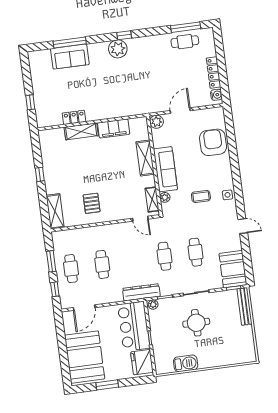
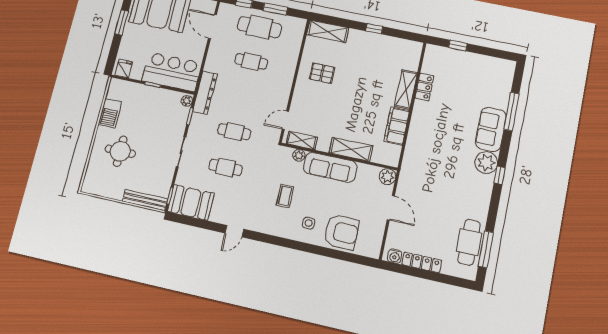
cafe table: (185, 42) -> (469, 242), width x1.37, depth x1.35
sofa: (70, 57) -> (491, 129), moved
side table: (227, 195) -> (309, 223), moved
cafe table: (71, 269) -> (259, 27), width x1.37, depth x1.35
round table: (196, 323) -> (120, 151), moved
fridge: (142, 362) -> (124, 69), width x0.53, depth x0.75

